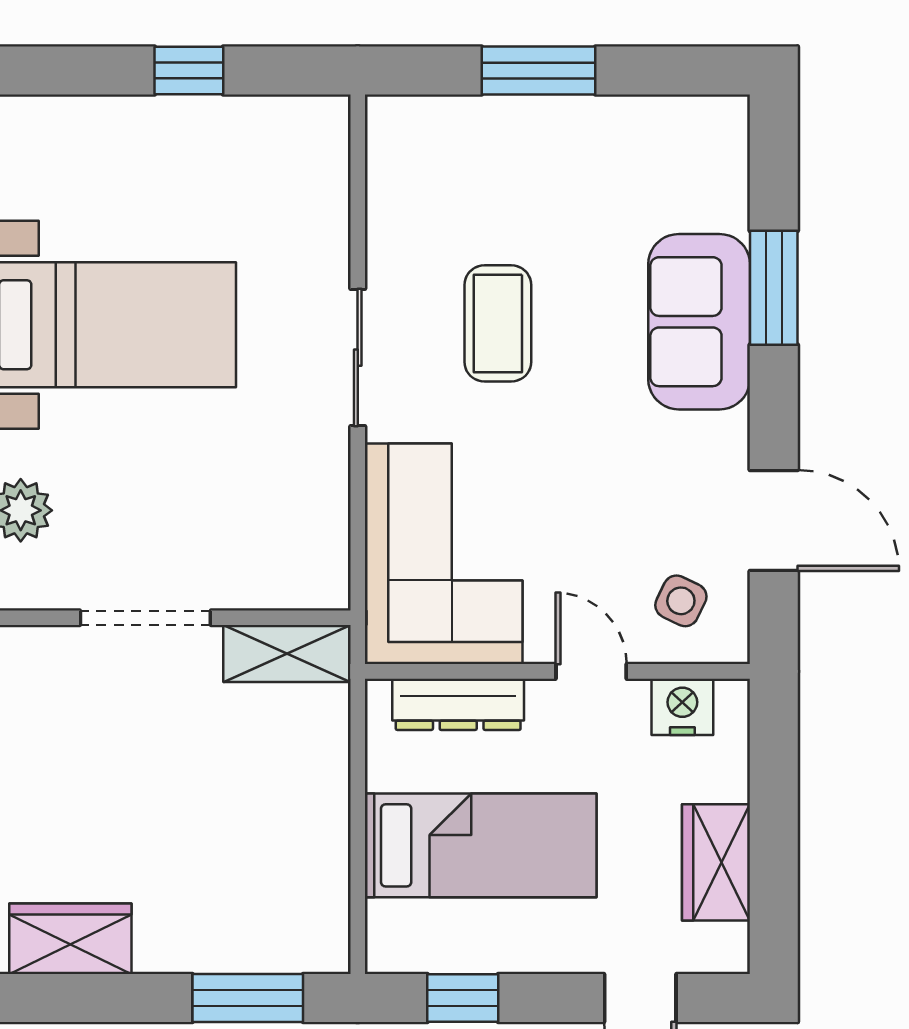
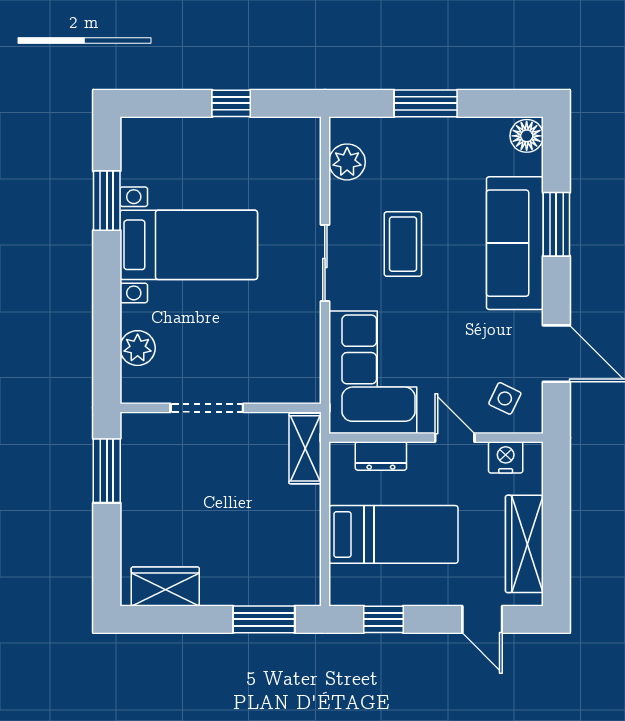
floor lamp: (720, 129) -> (527, 136), added
plant: (397, 176) -> (347, 162), added
sofa: (699, 322) -> (515, 243), width x1.36
shelving: (287, 653) -> (305, 448), moved, turned 90
dresser: (458, 704) -> (381, 456), width x0.70
wardrobe: (716, 862) -> (524, 544), width x1.50

